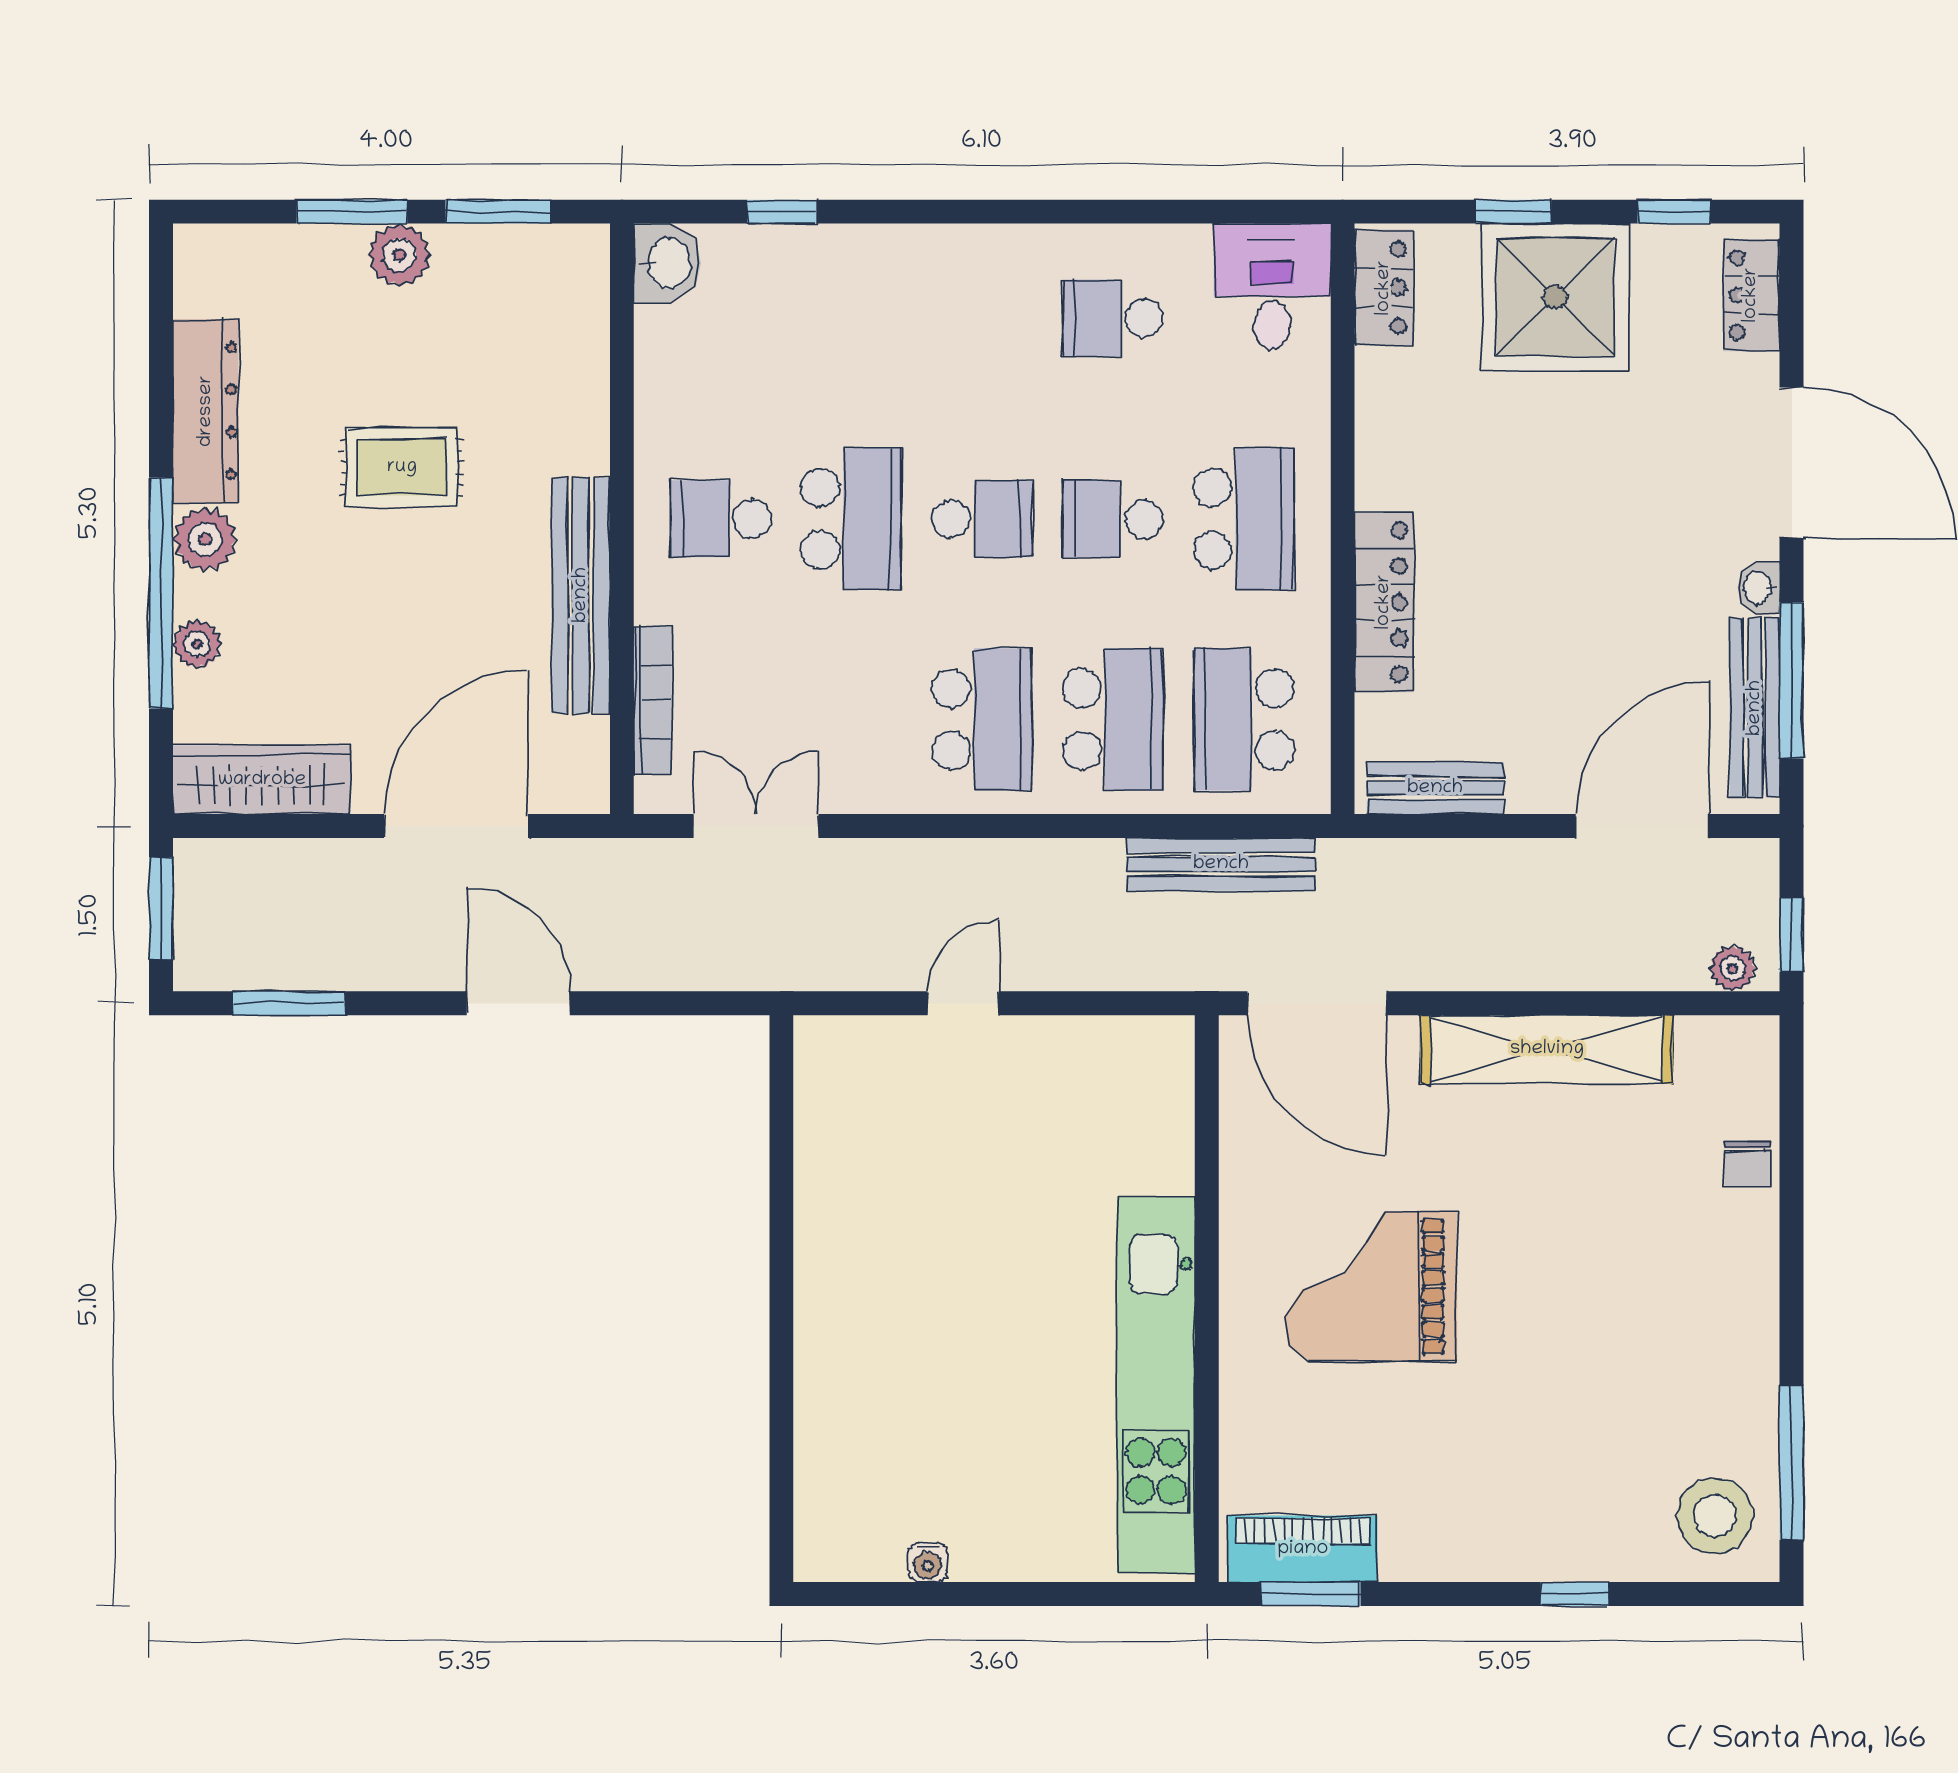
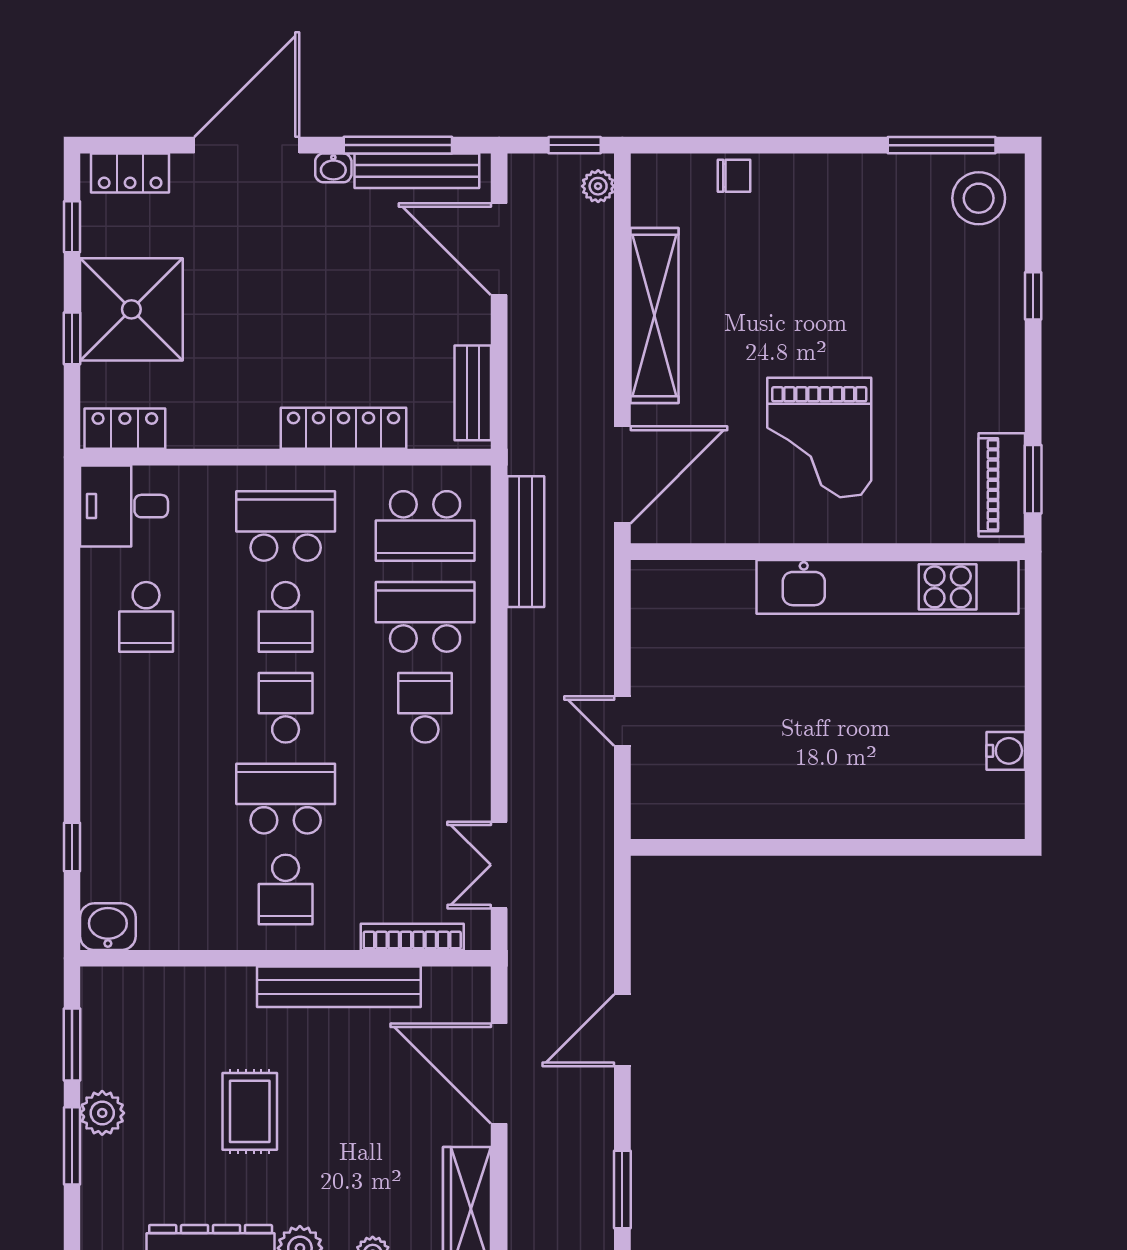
school desk: (982, 719) -> (425, 708), width x0.54
water cooler: (928, 1562) -> (1006, 751), width x1.38, depth x1.38

